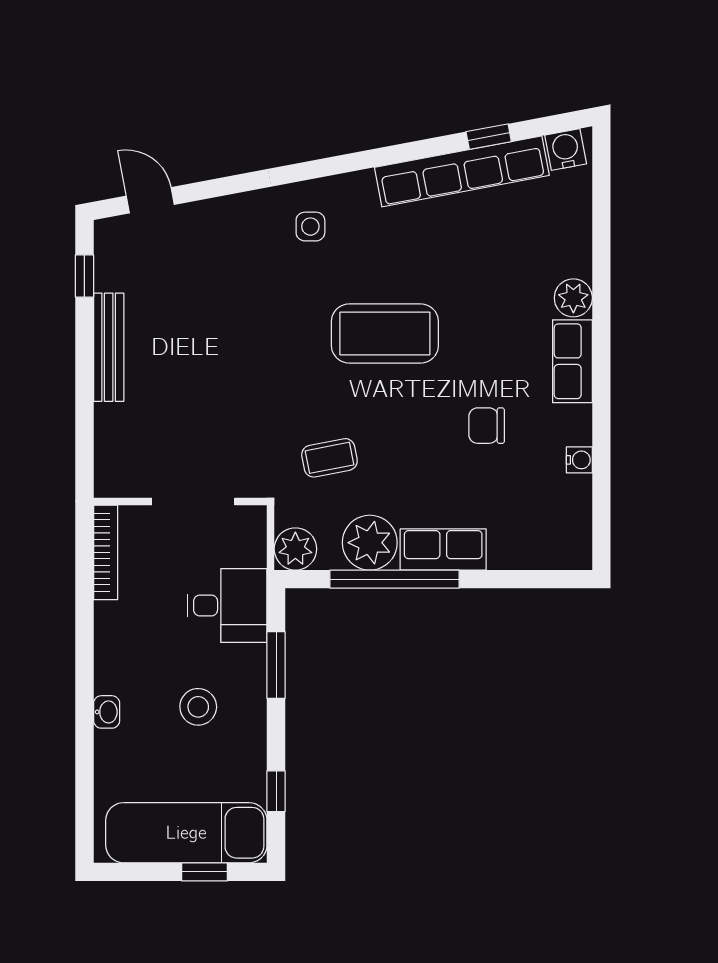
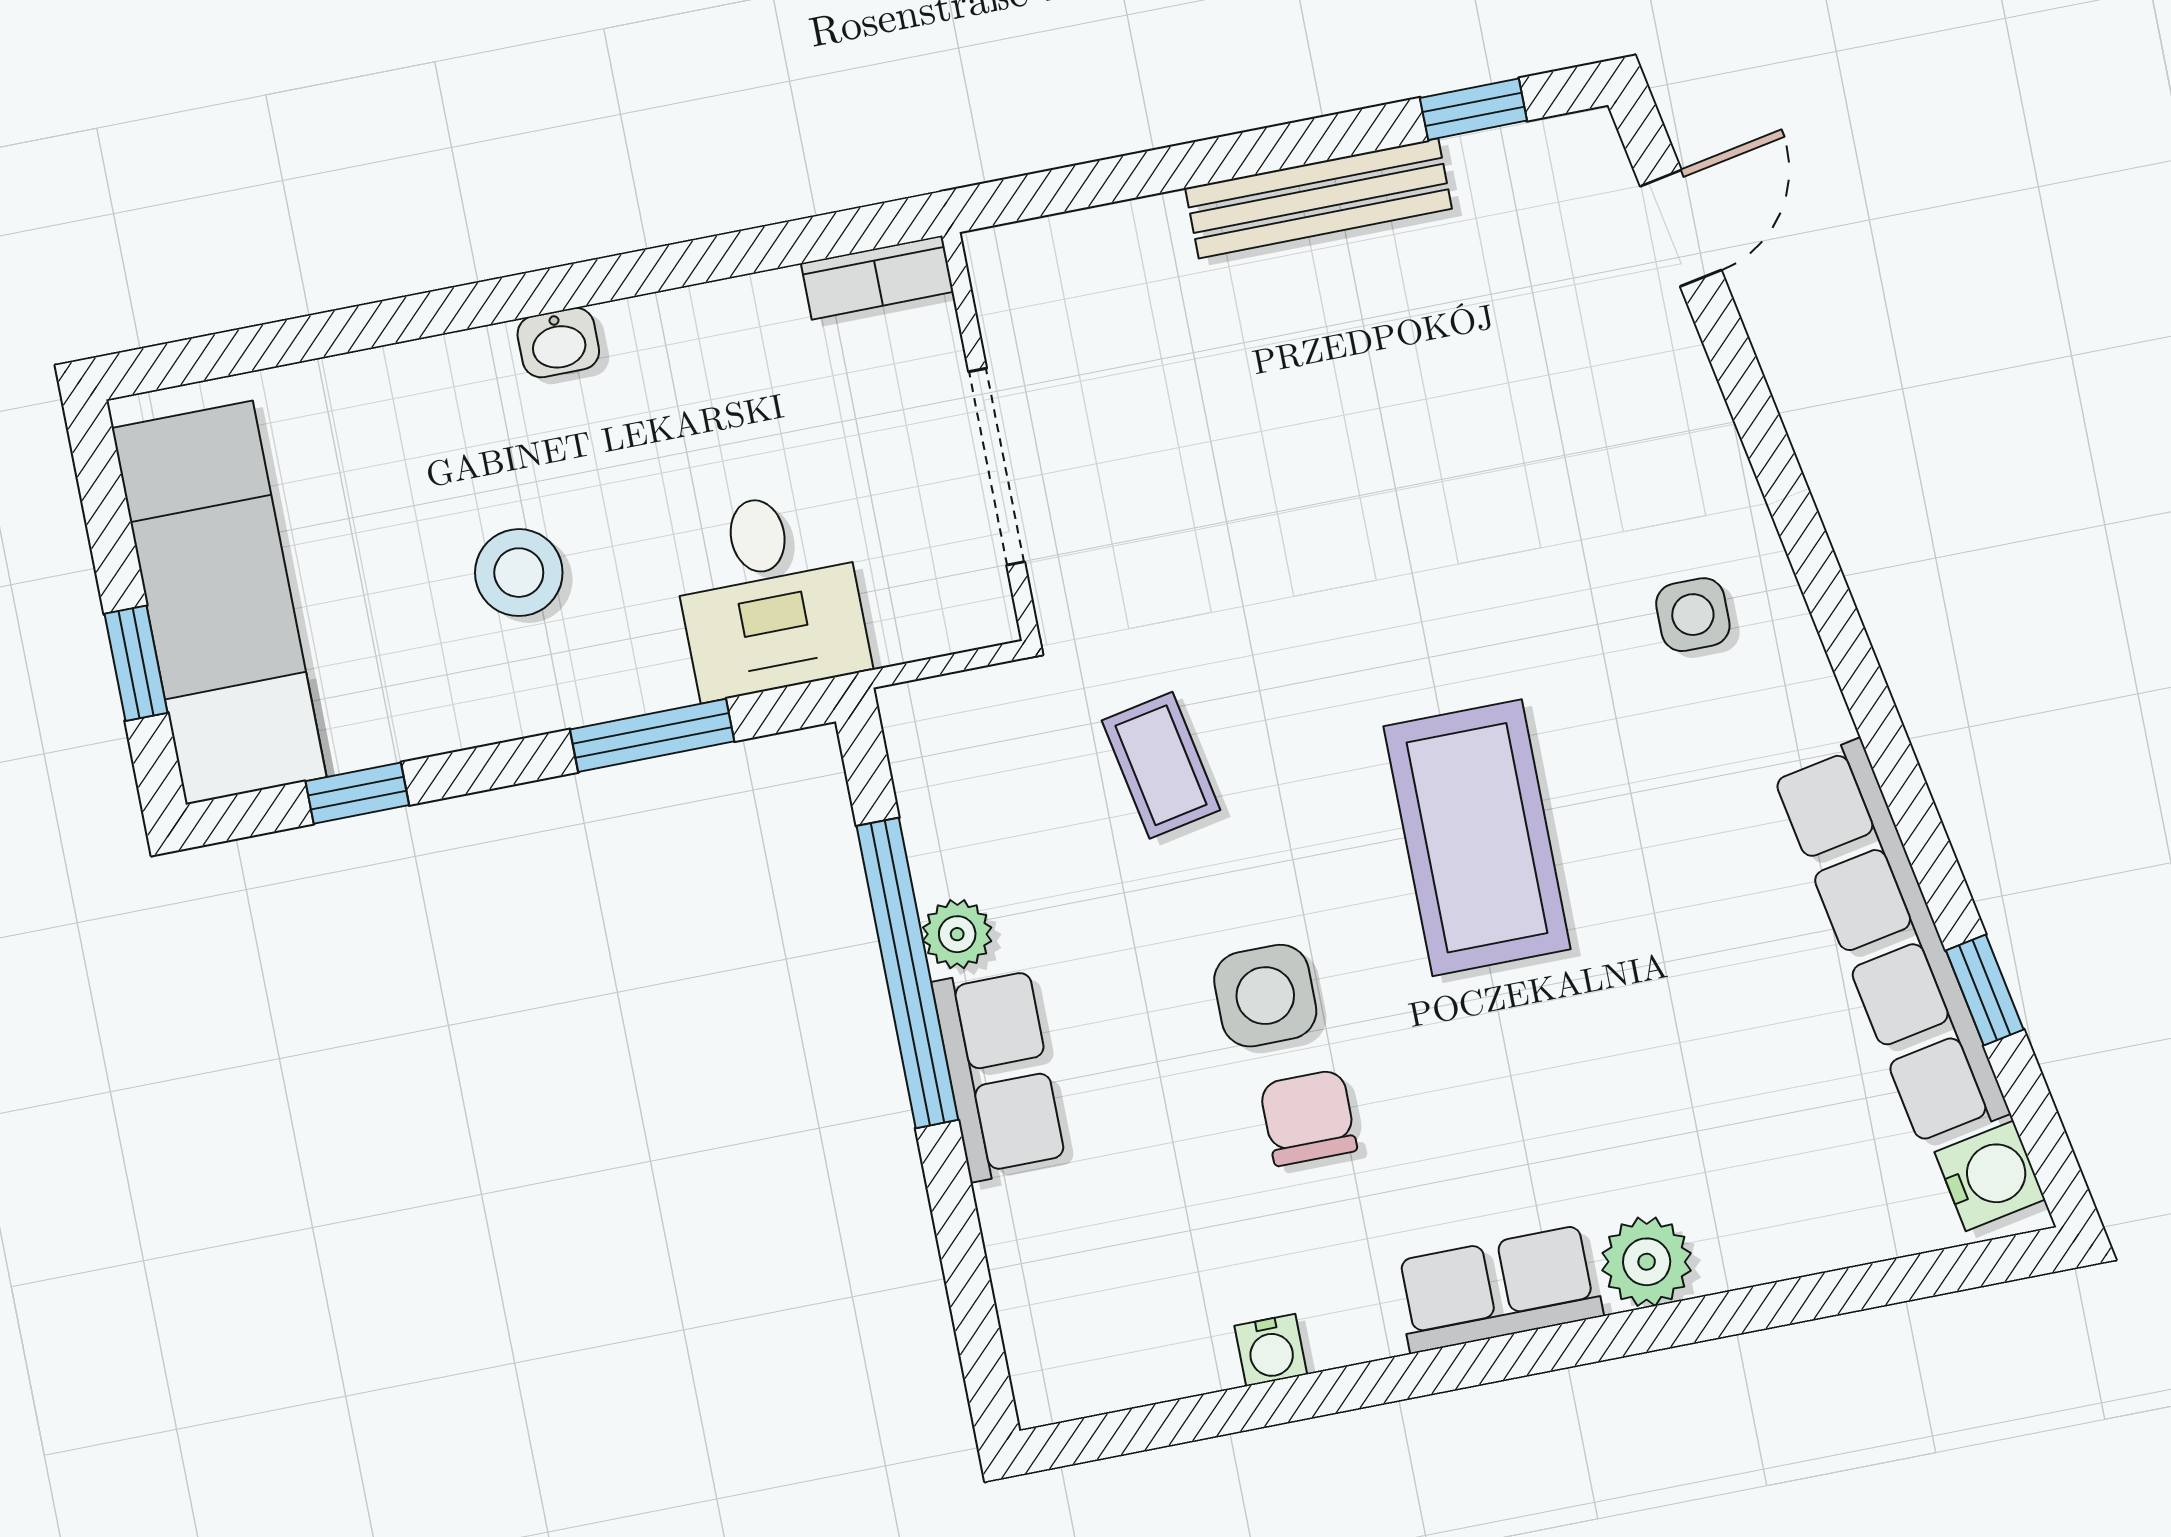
side table: (433, 434) -> (1265, 996), added
plant: (370, 543) -> (957, 934), width x0.53, depth x0.53
plant: (295, 549) -> (932, 727), removed
bookcase: (106, 552) -> (877, 278), width x0.64
washbasin: (107, 712) -> (558, 343), moved

